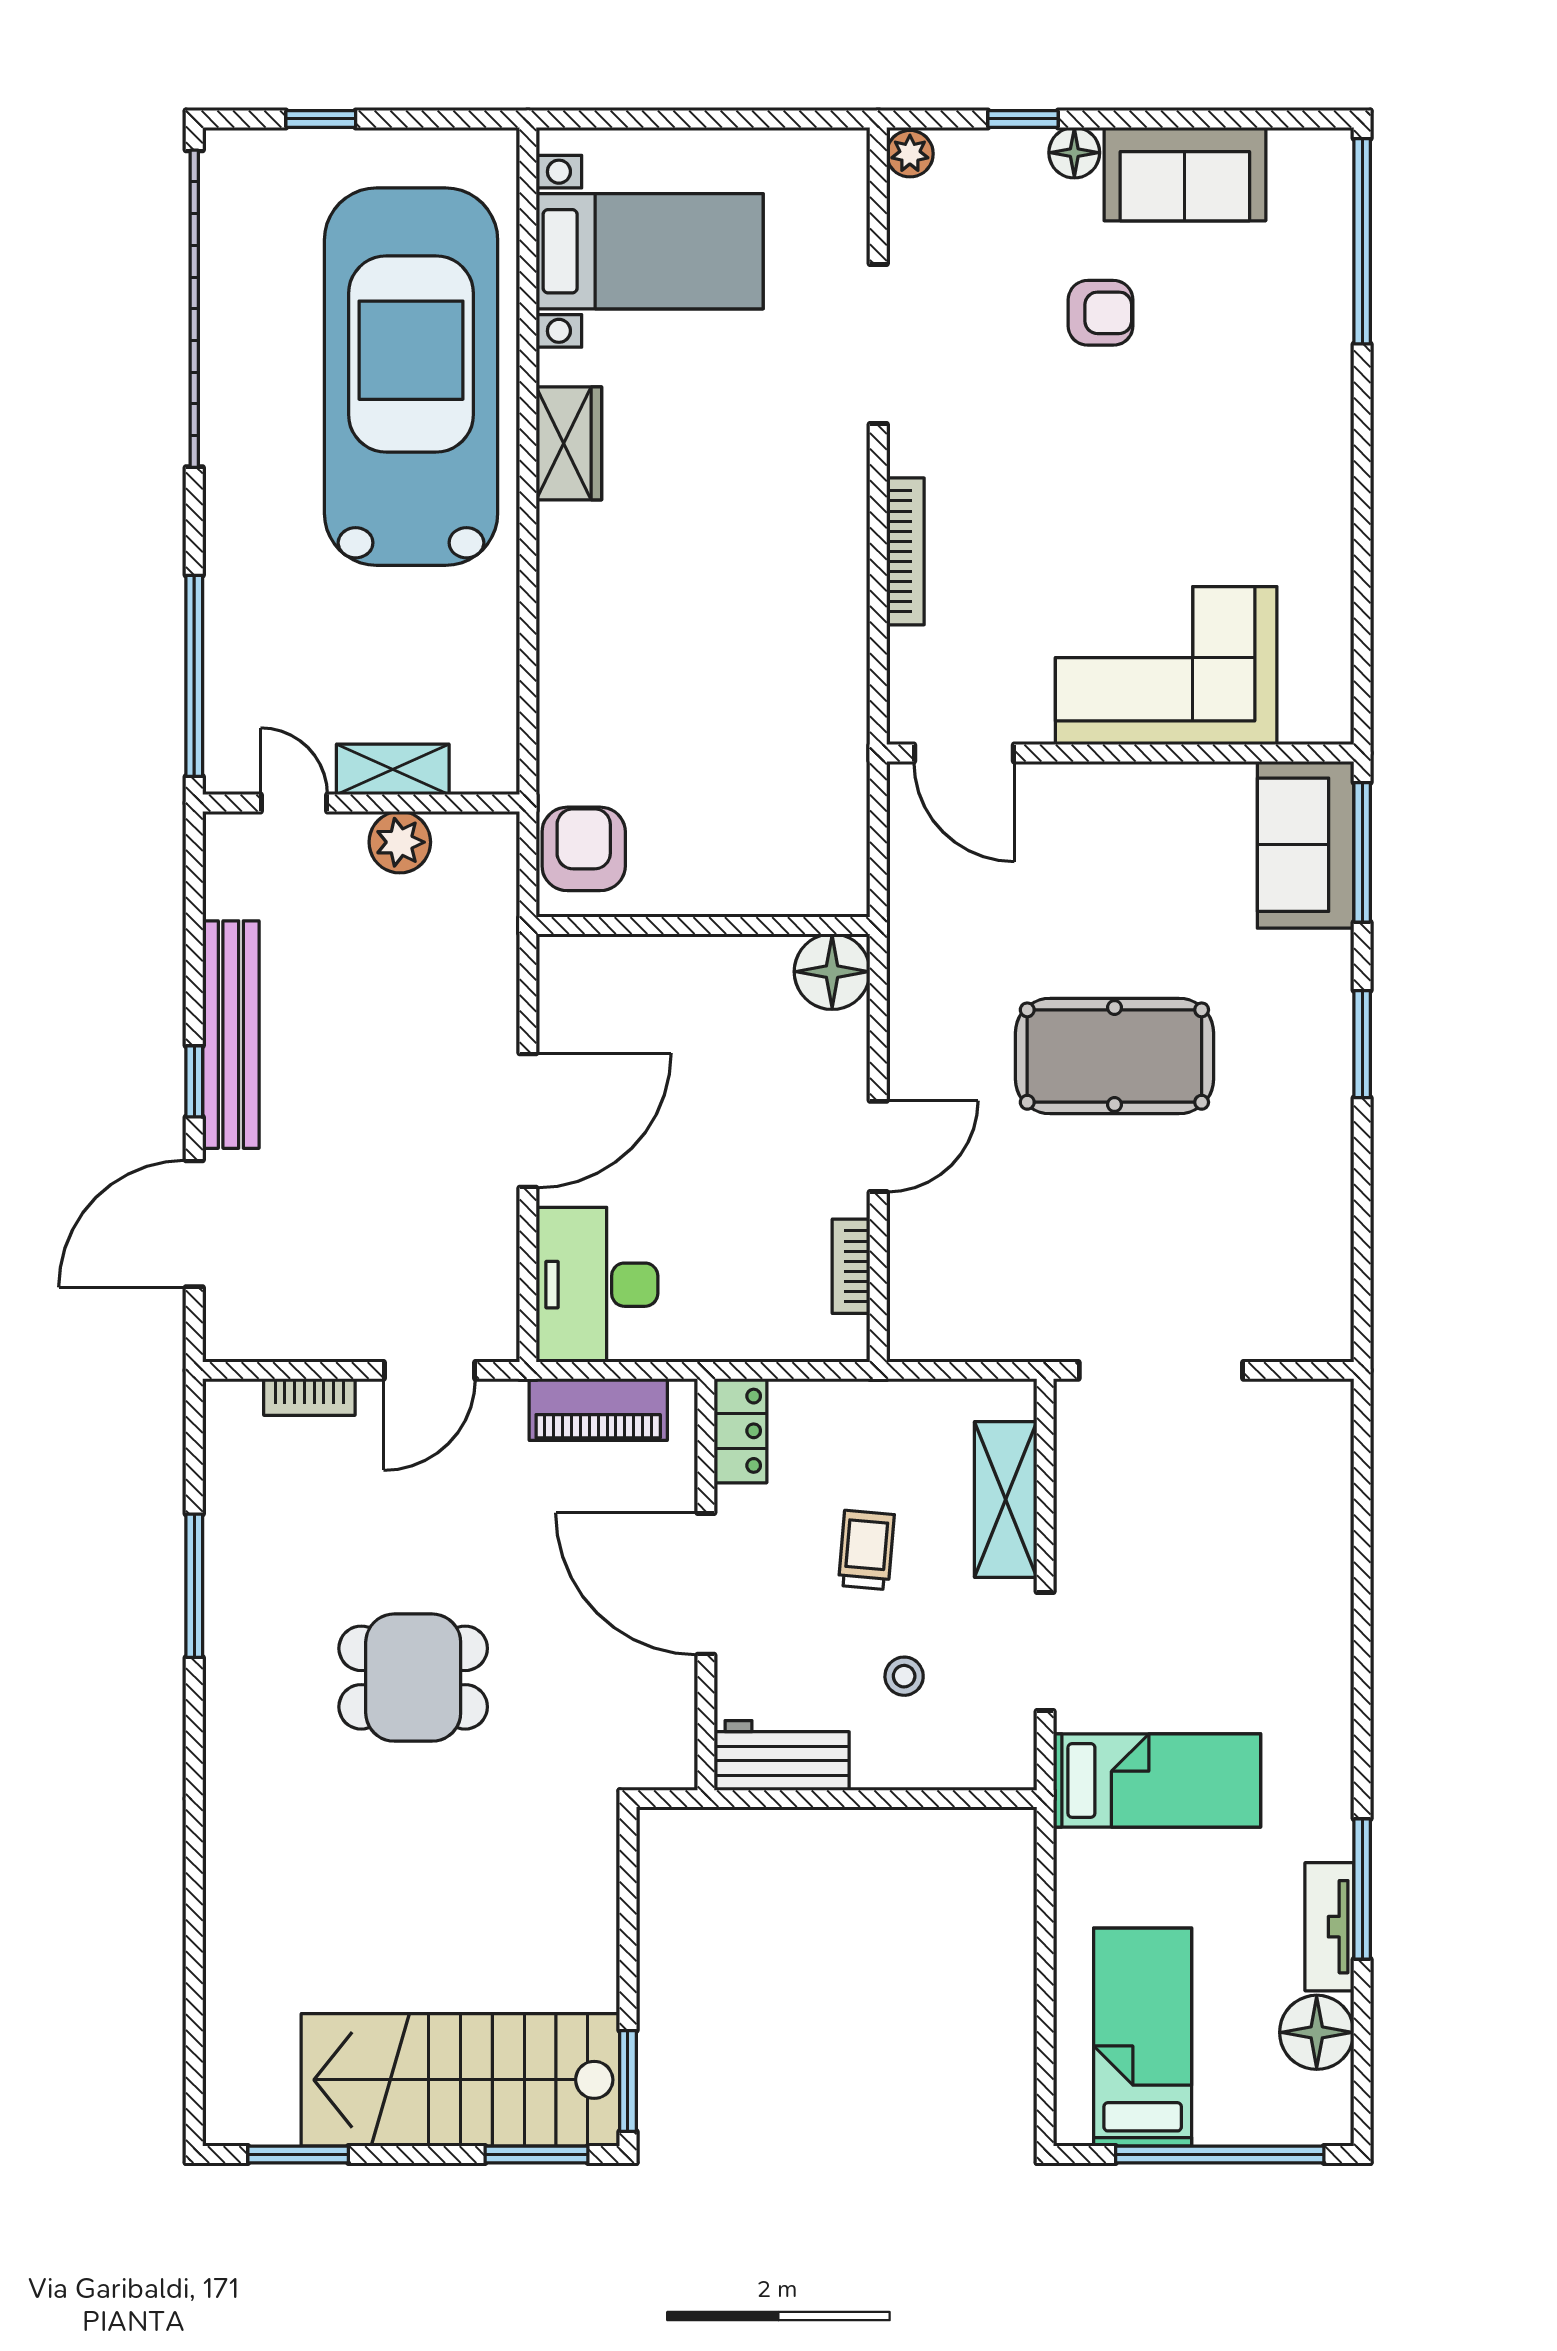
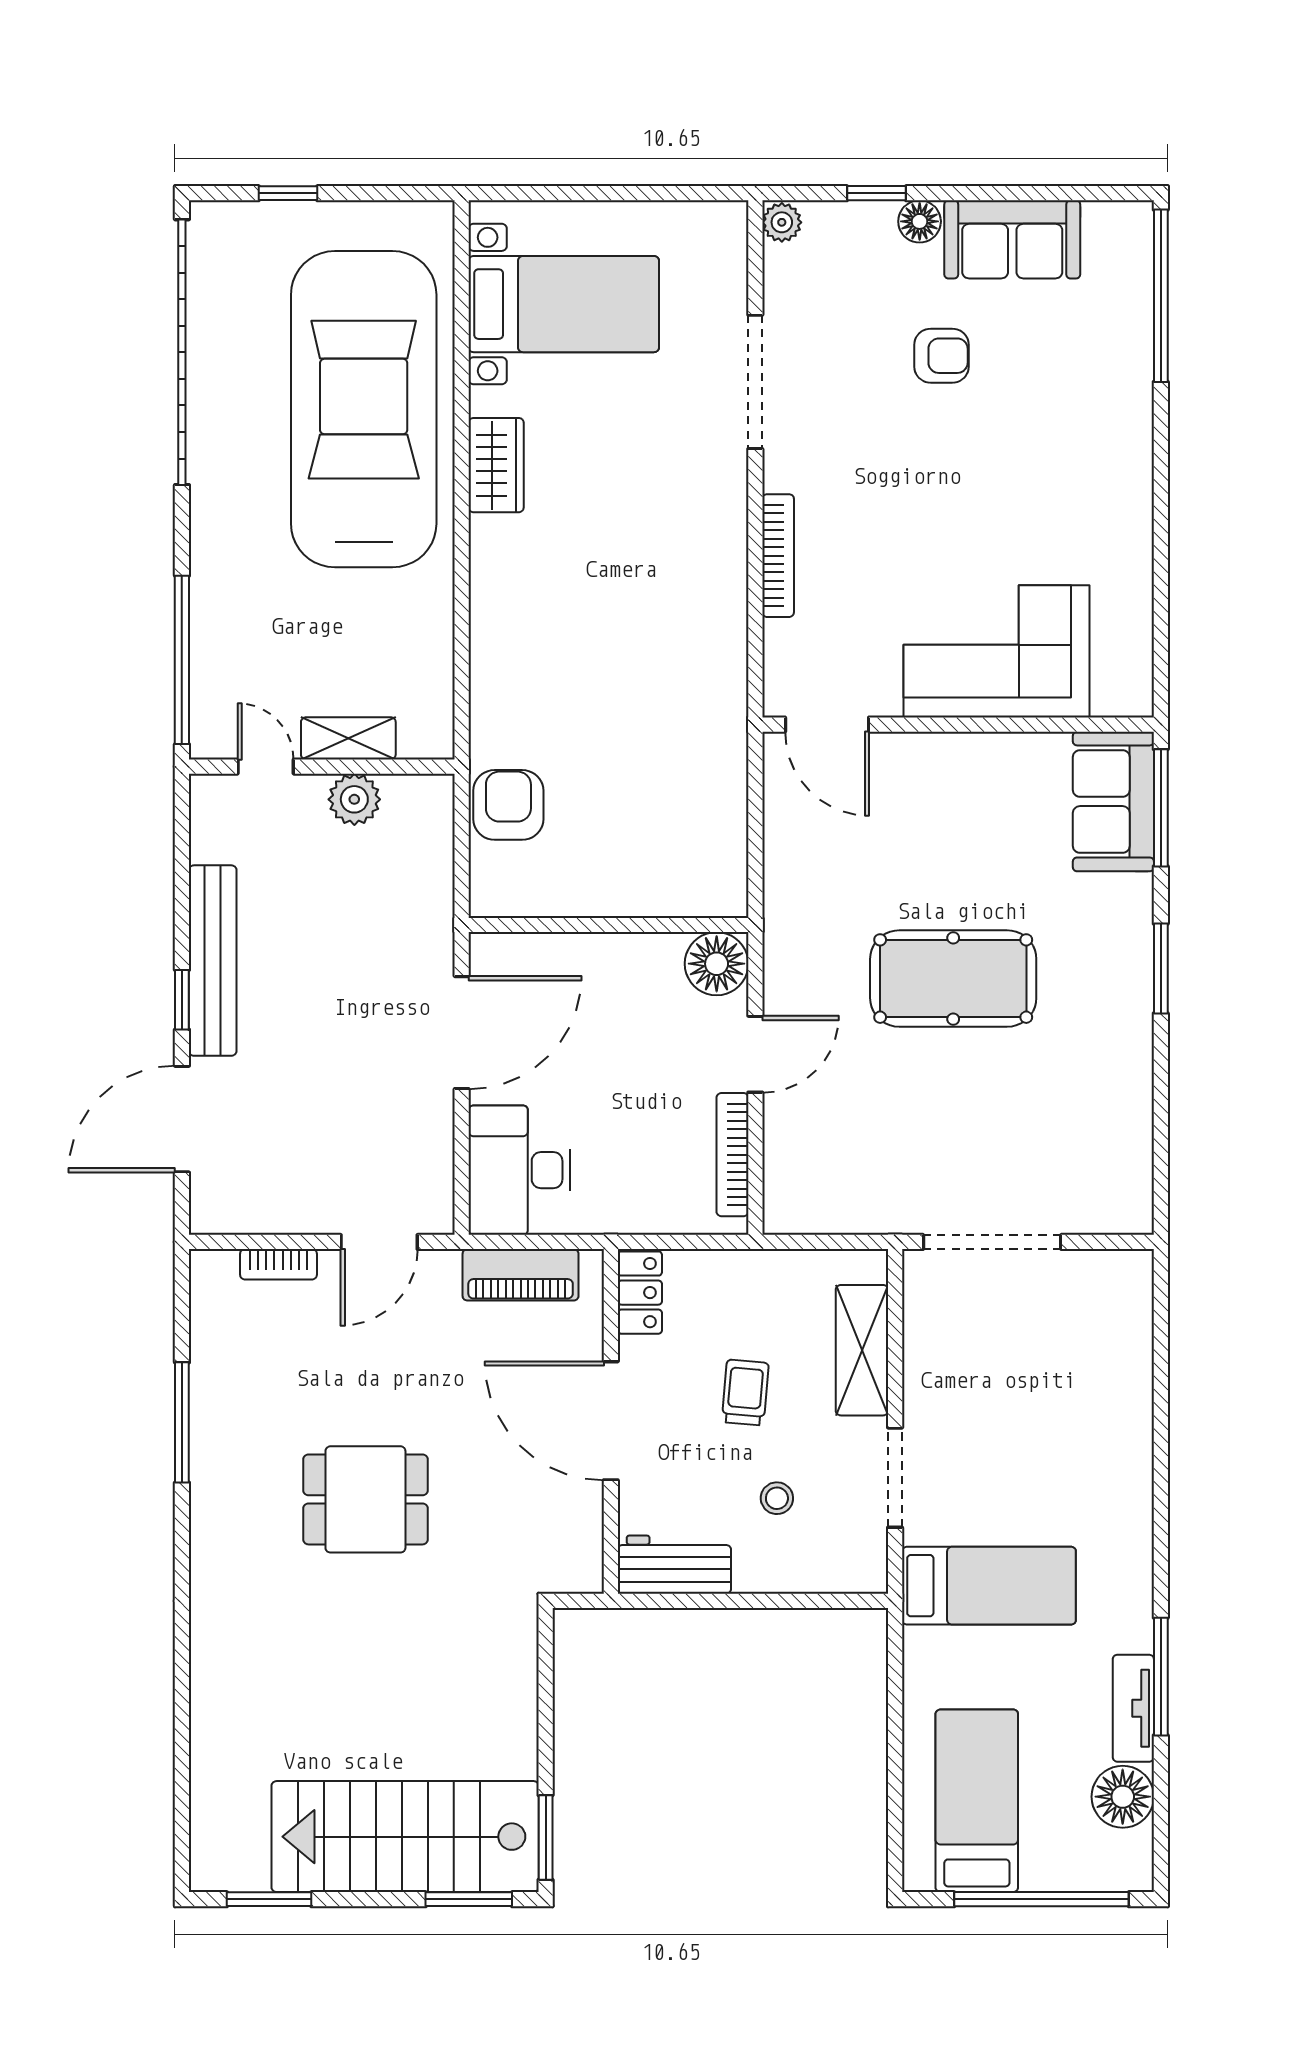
wall: (703, 925) -> (608, 925), moved
floor lamp: (832, 972) -> (717, 964), moved
bookcase: (851, 1266) -> (732, 1155), width x1.56

